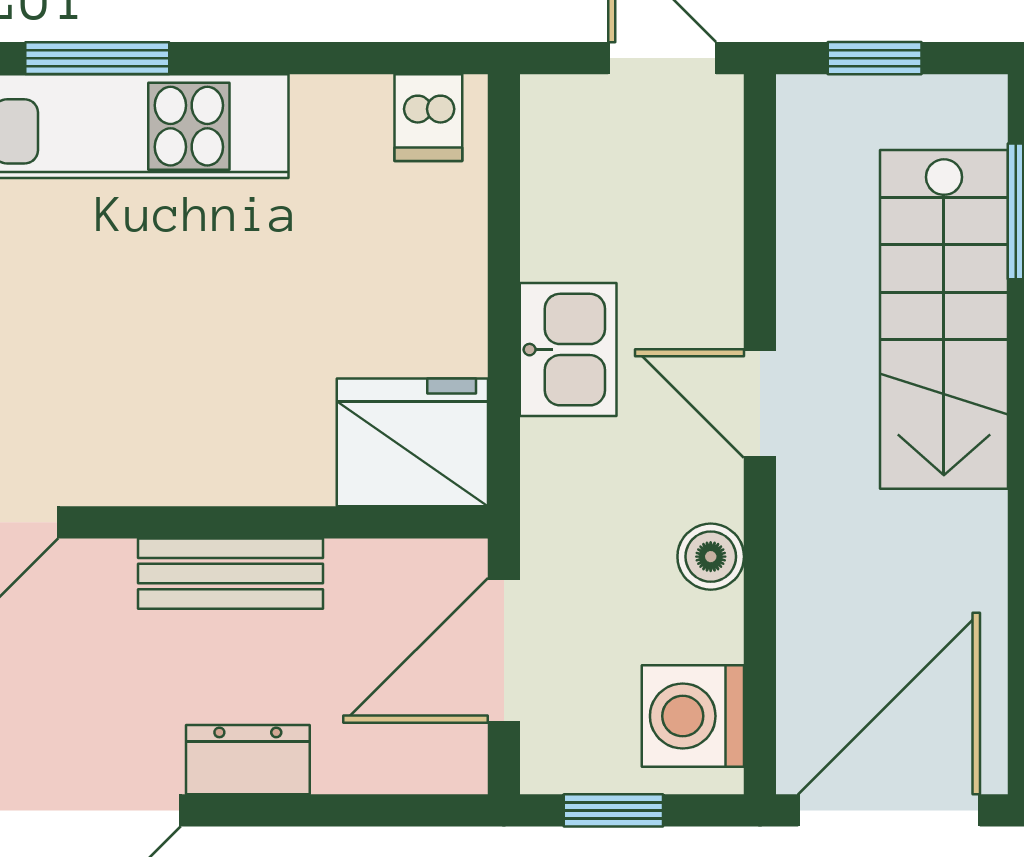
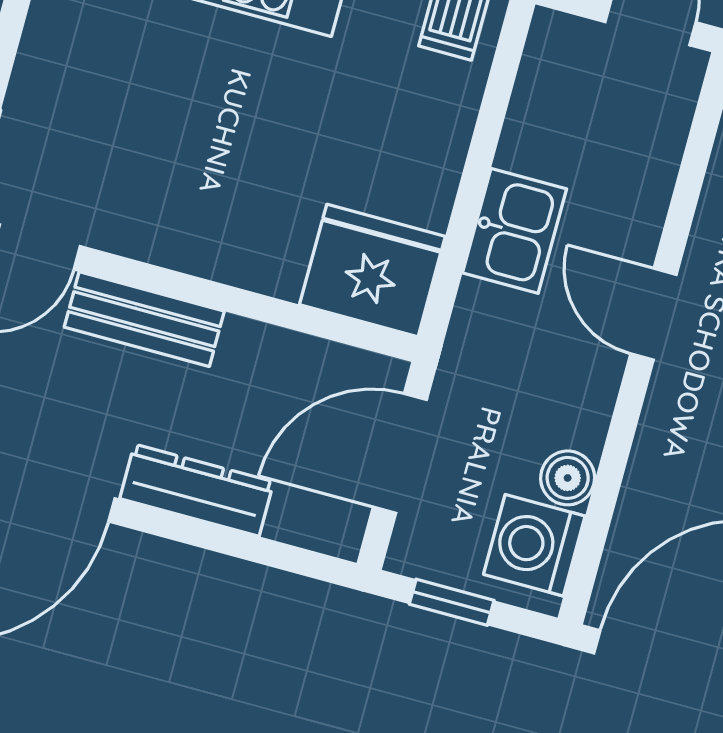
boiler: (711, 557) -> (568, 478), moved
bench: (230, 574) -> (144, 319), moved
dresser: (248, 760) -> (197, 490), width x1.44

